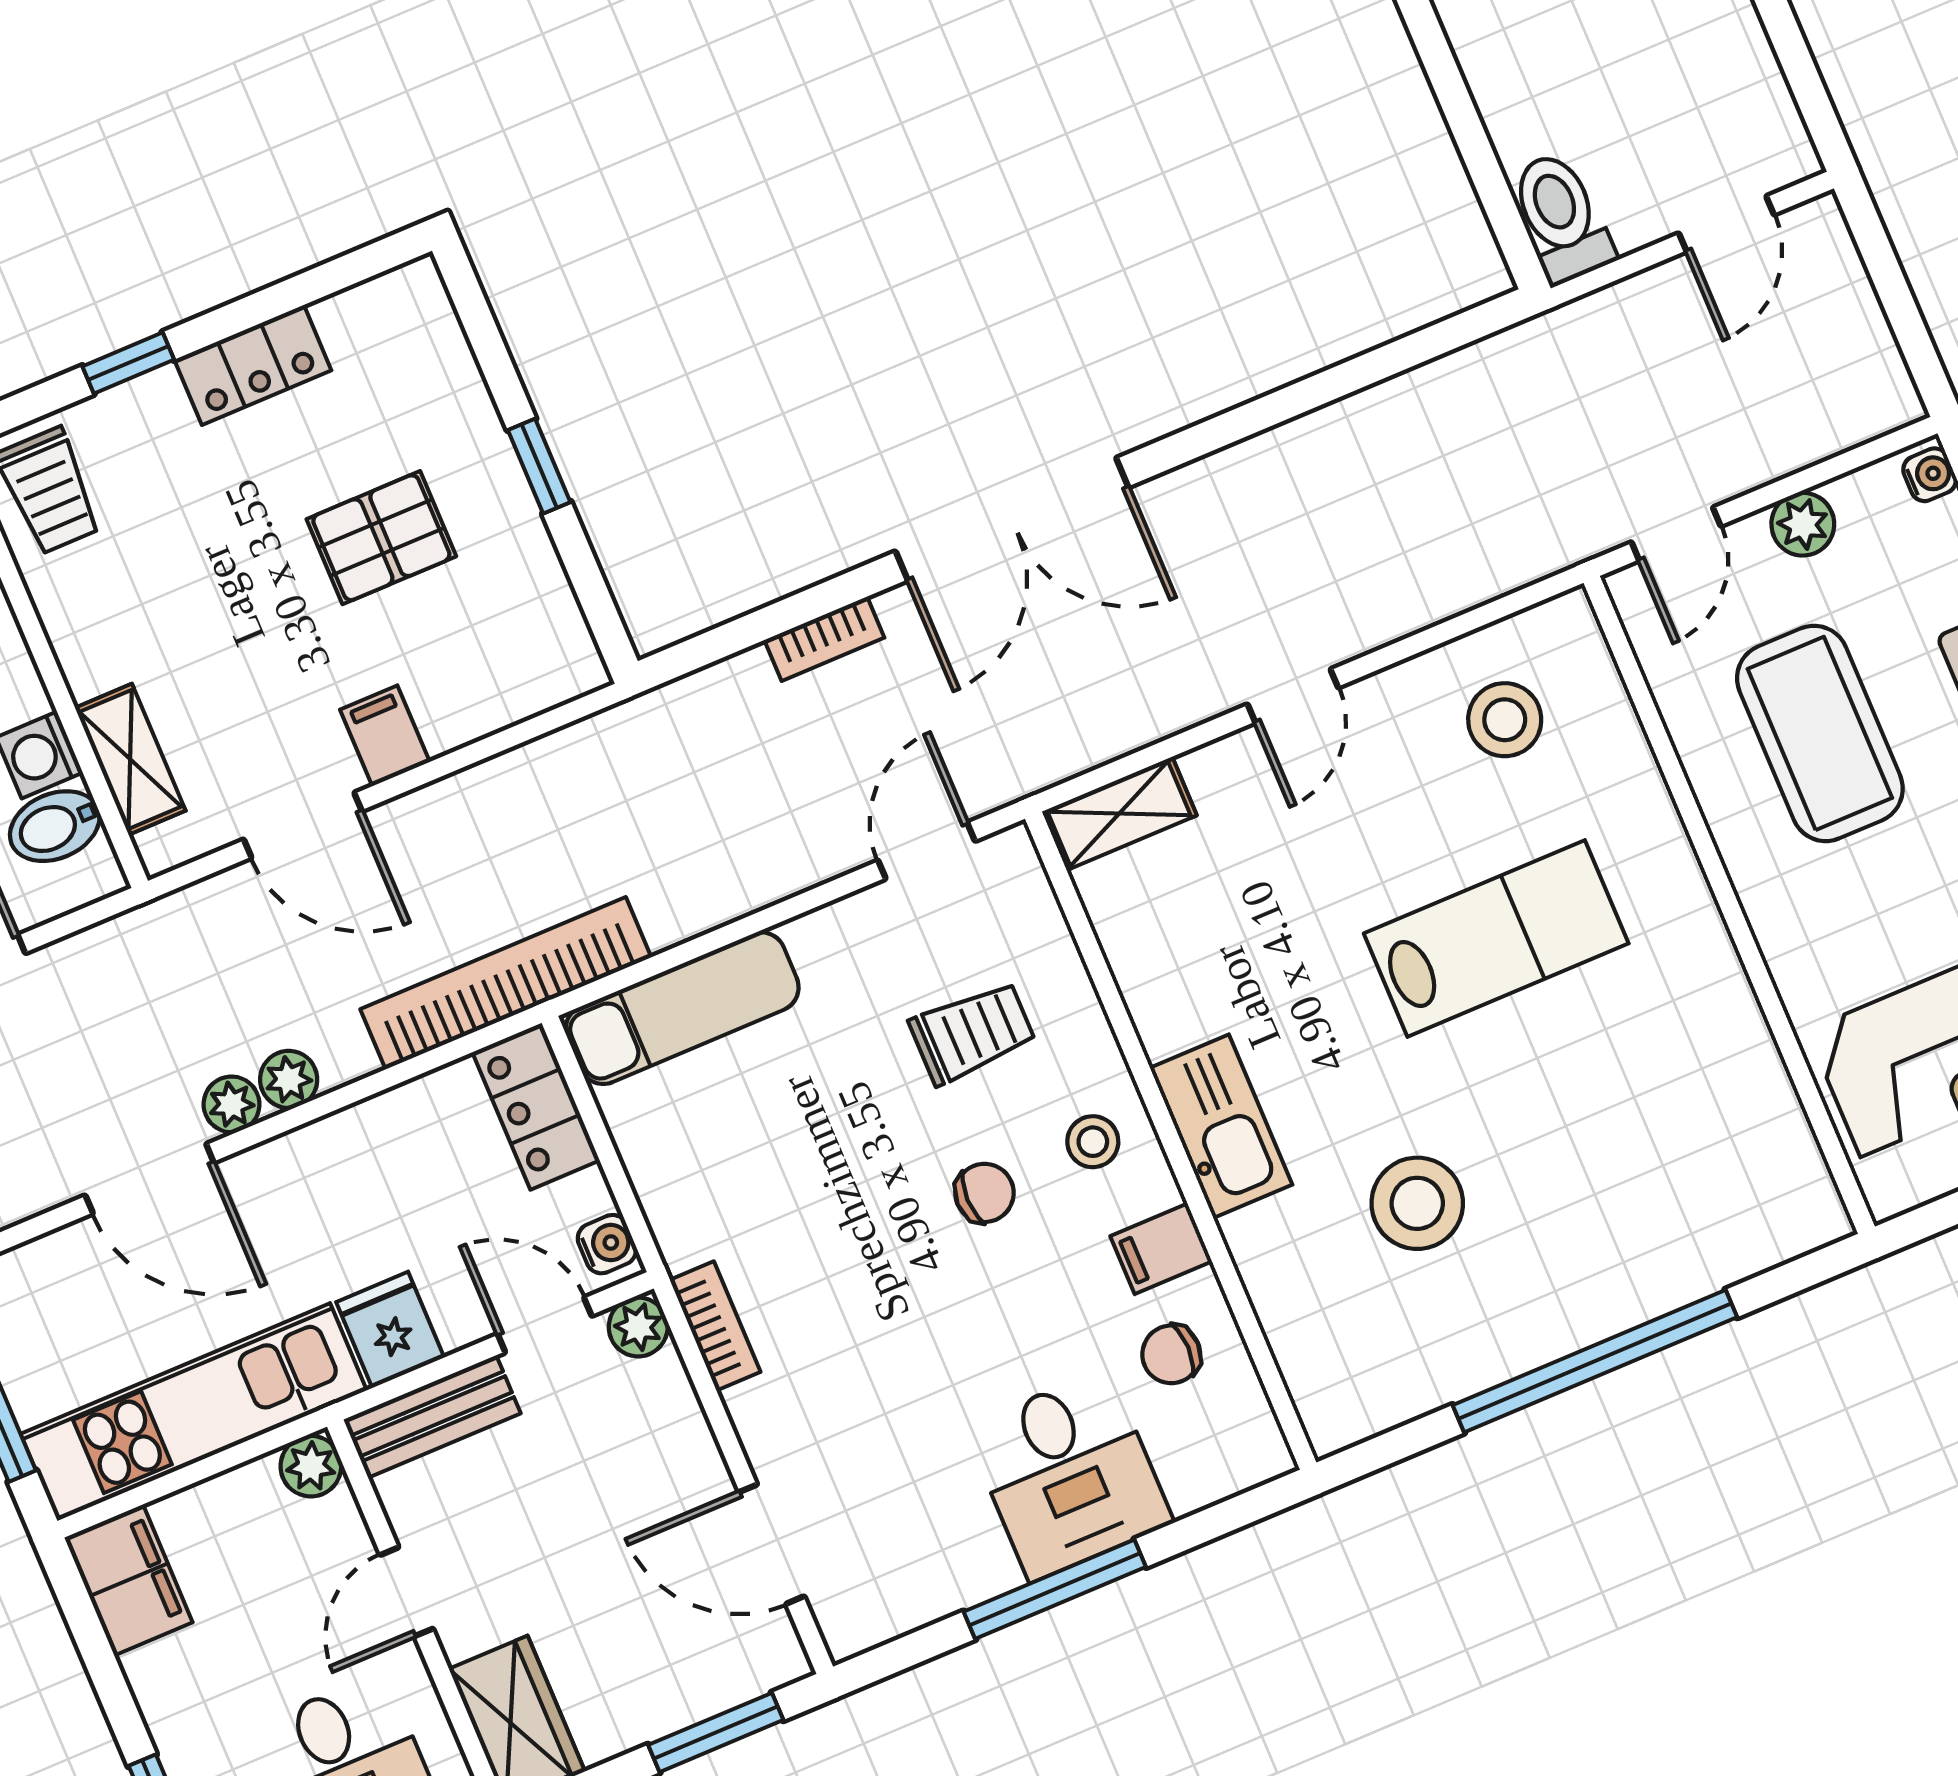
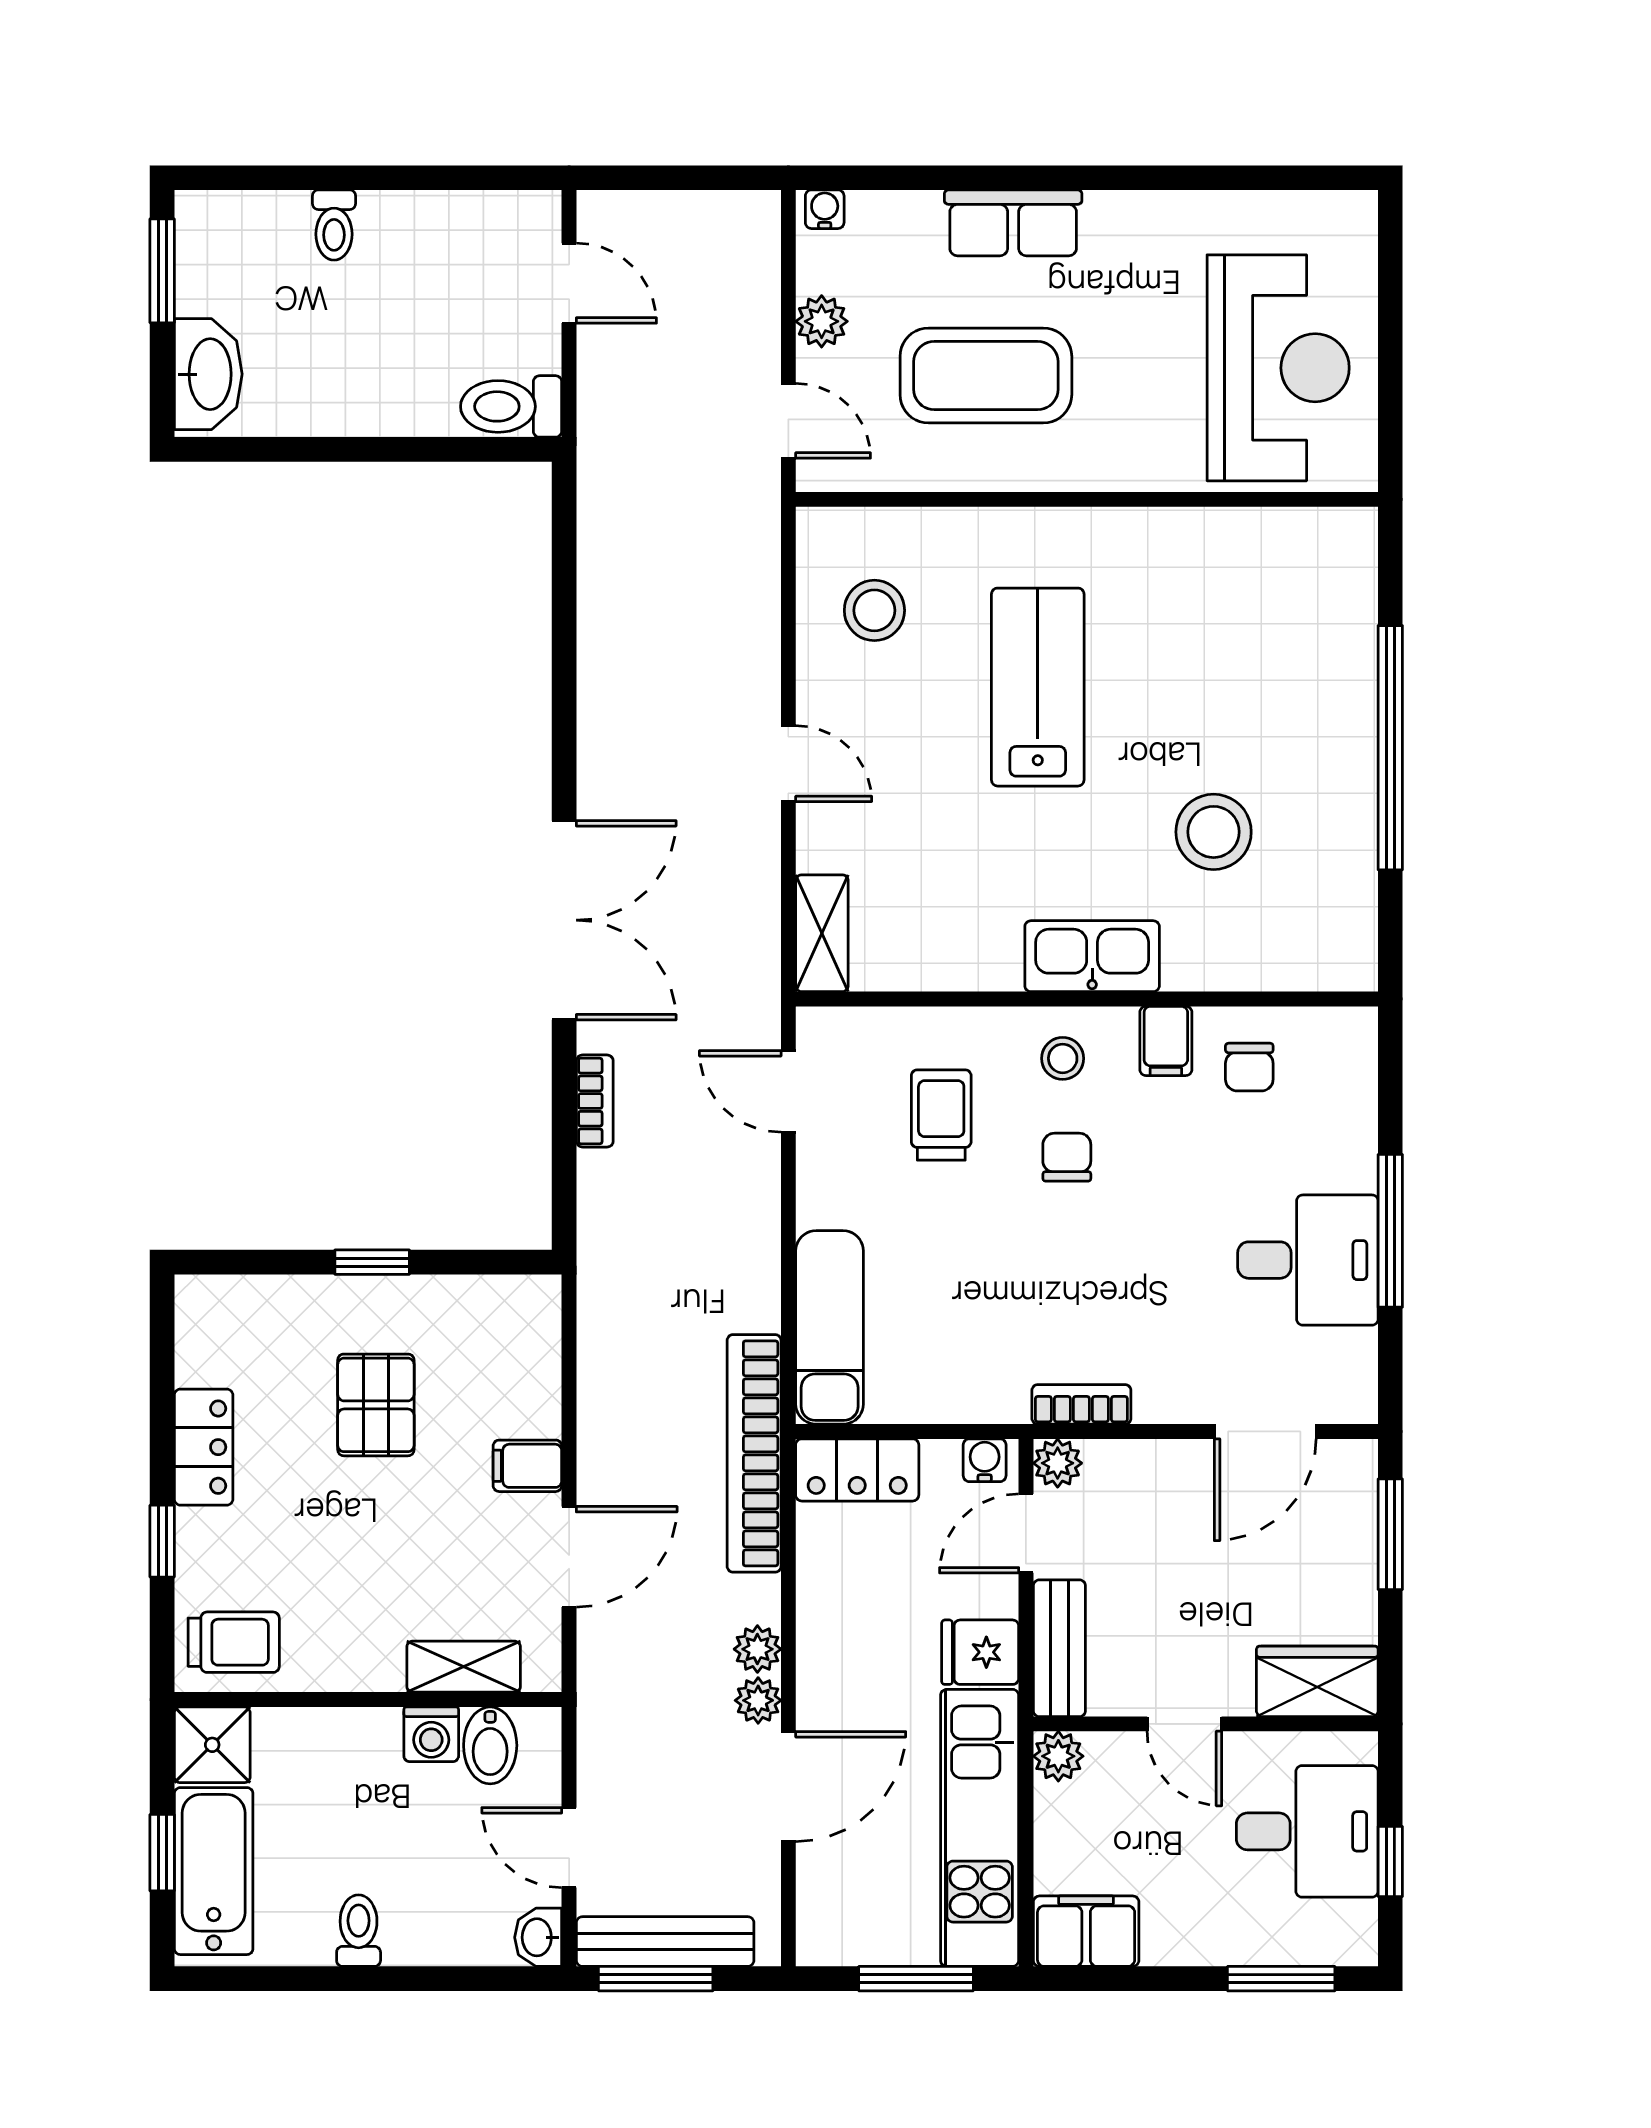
desk: (1069, 1475) -> (1308, 1260), moved

